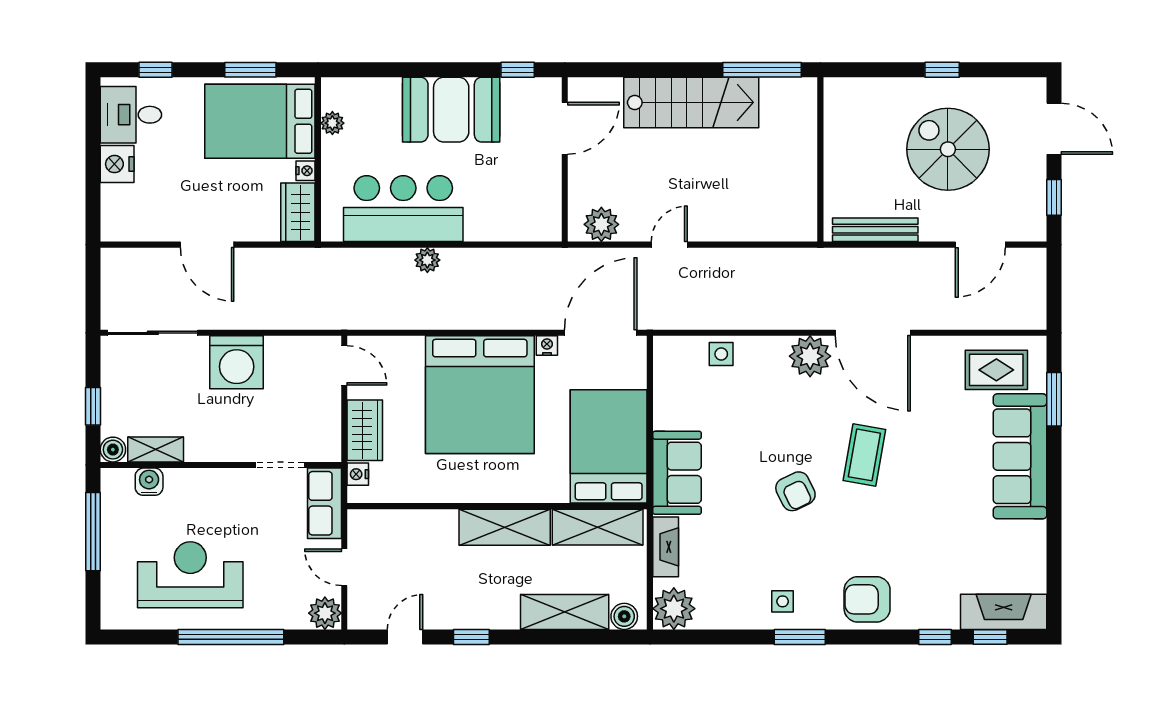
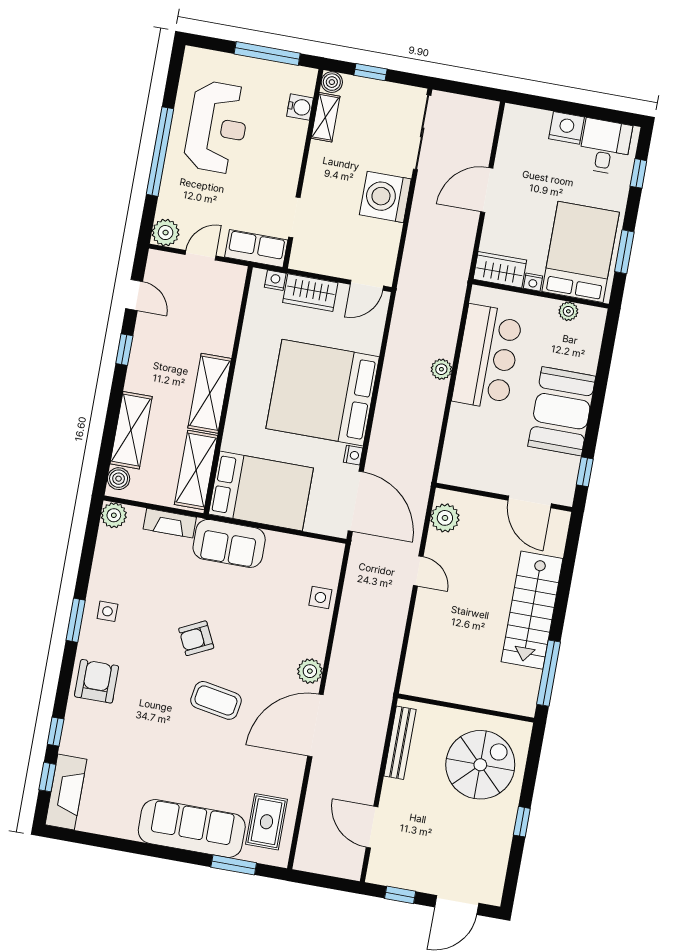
spiral stairs: (948, 149) -> (480, 765), moved
plant: (810, 356) -> (310, 671), width x0.73, depth x0.73
plant: (674, 609) -> (114, 515), width x0.73, depth x0.73

